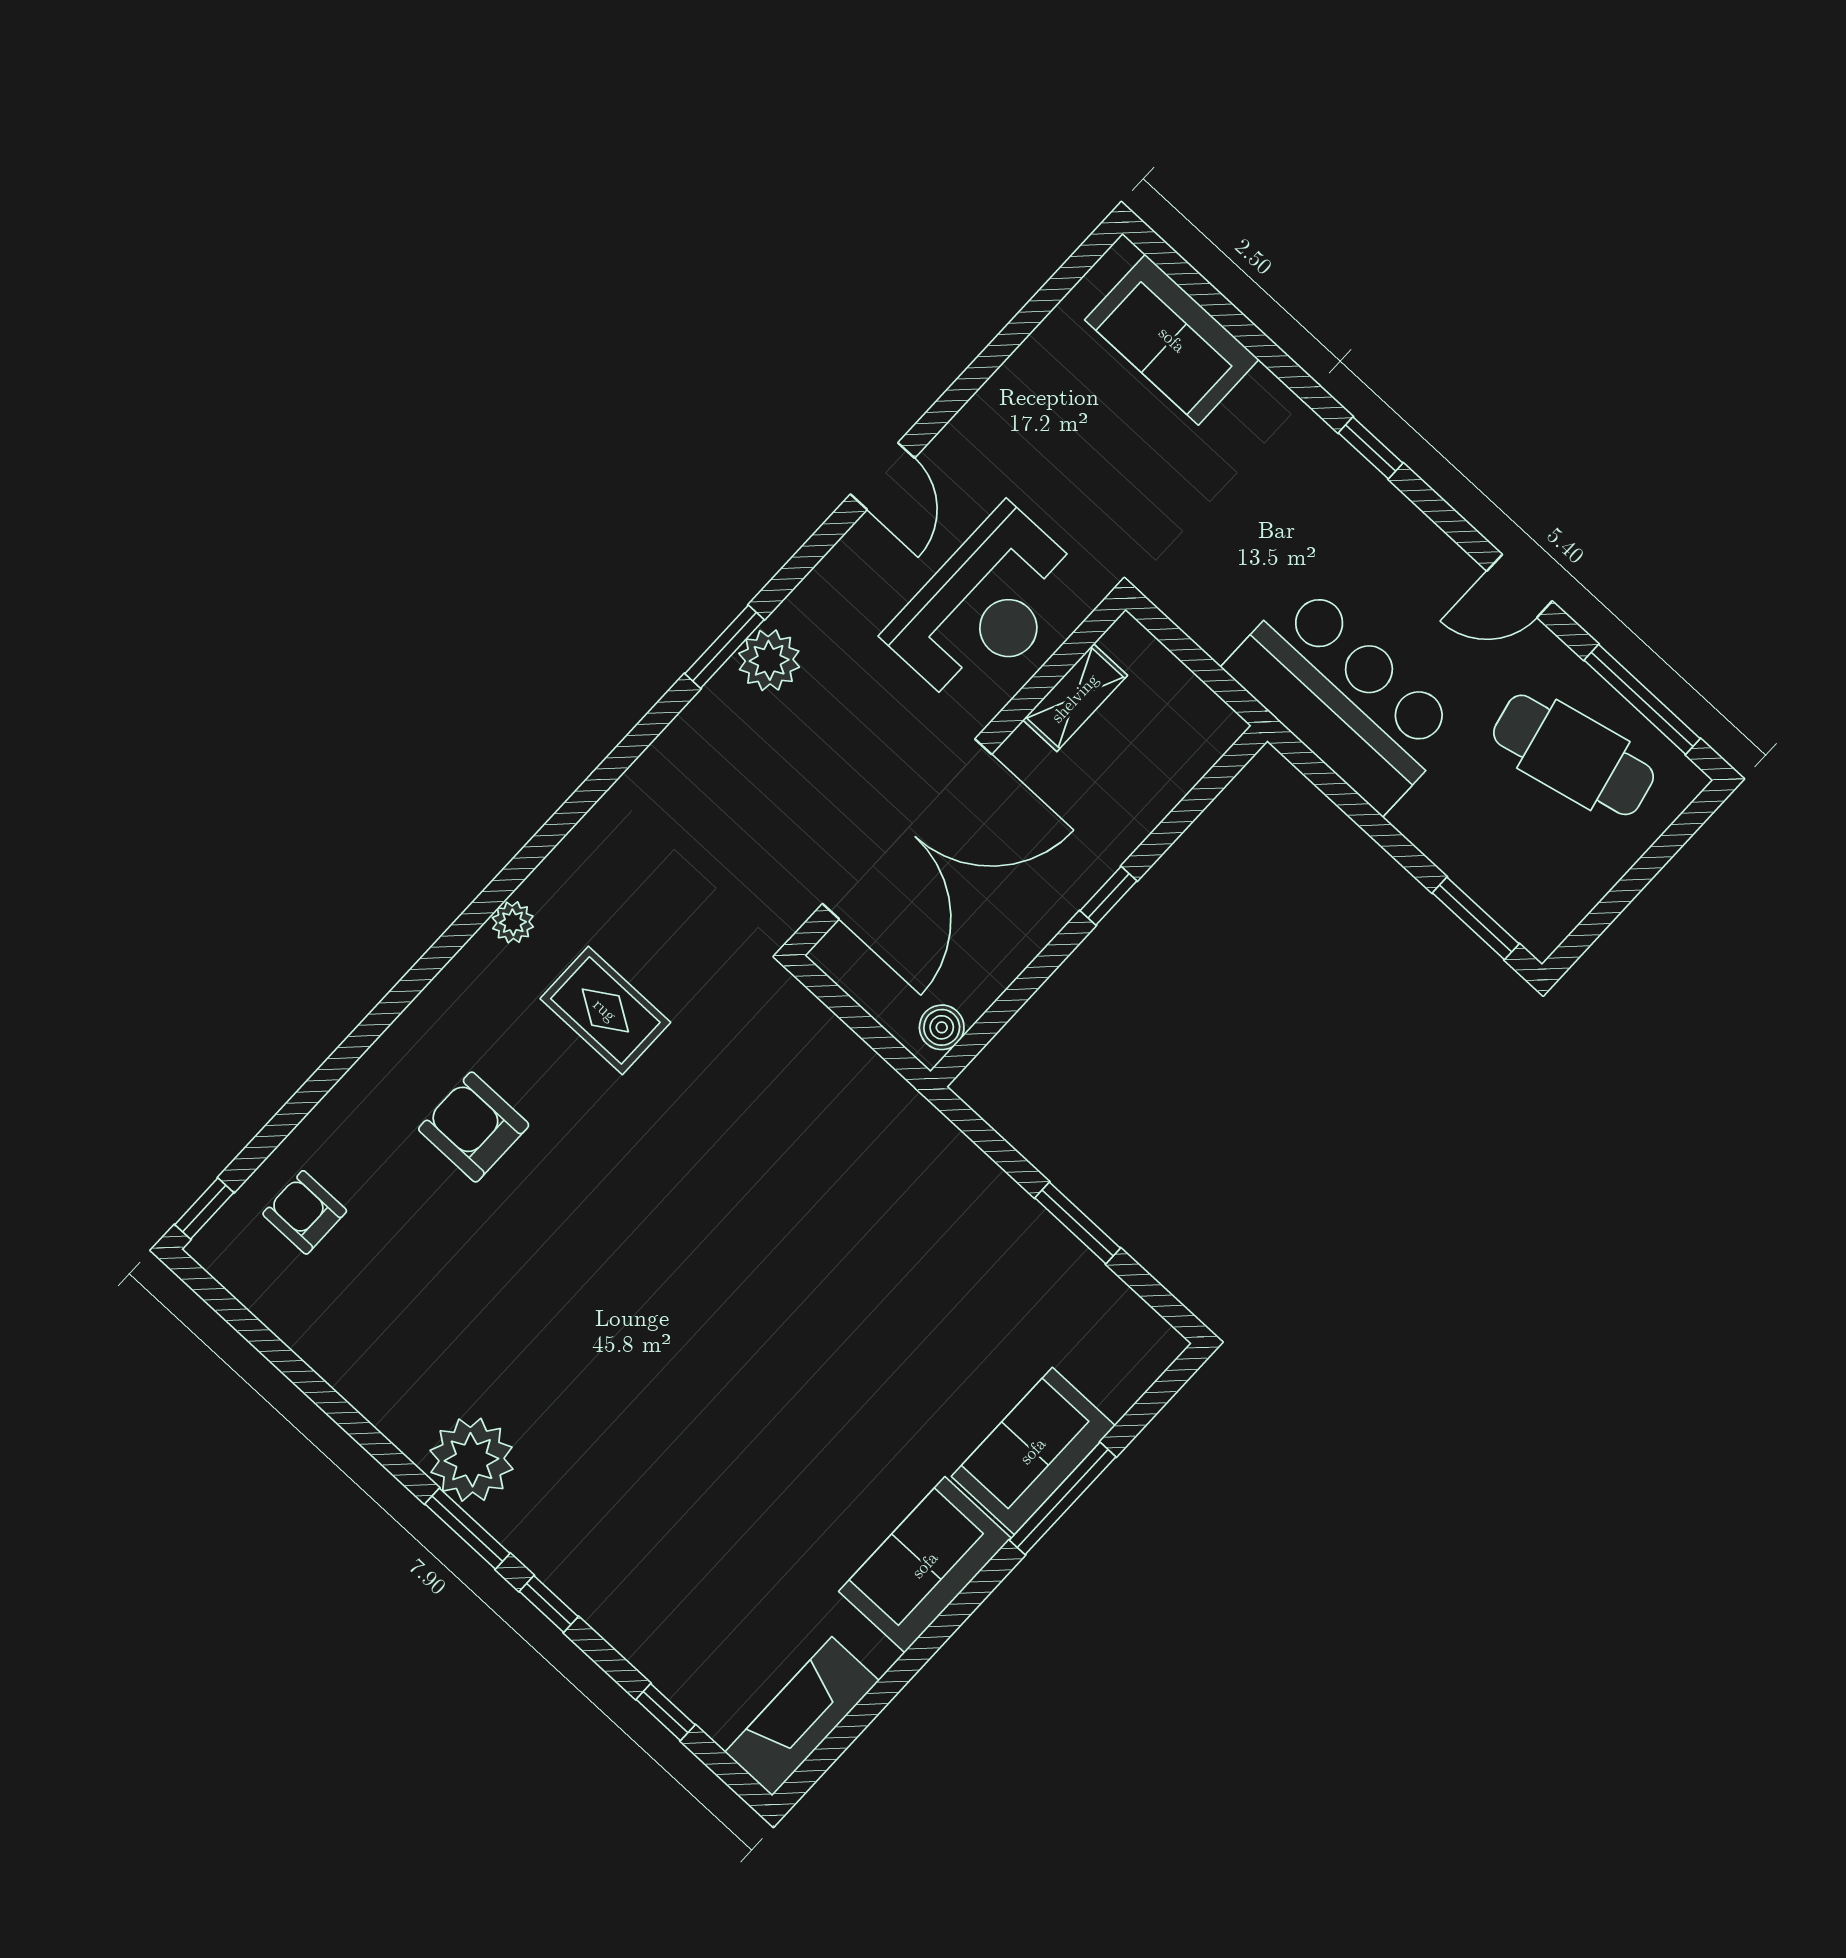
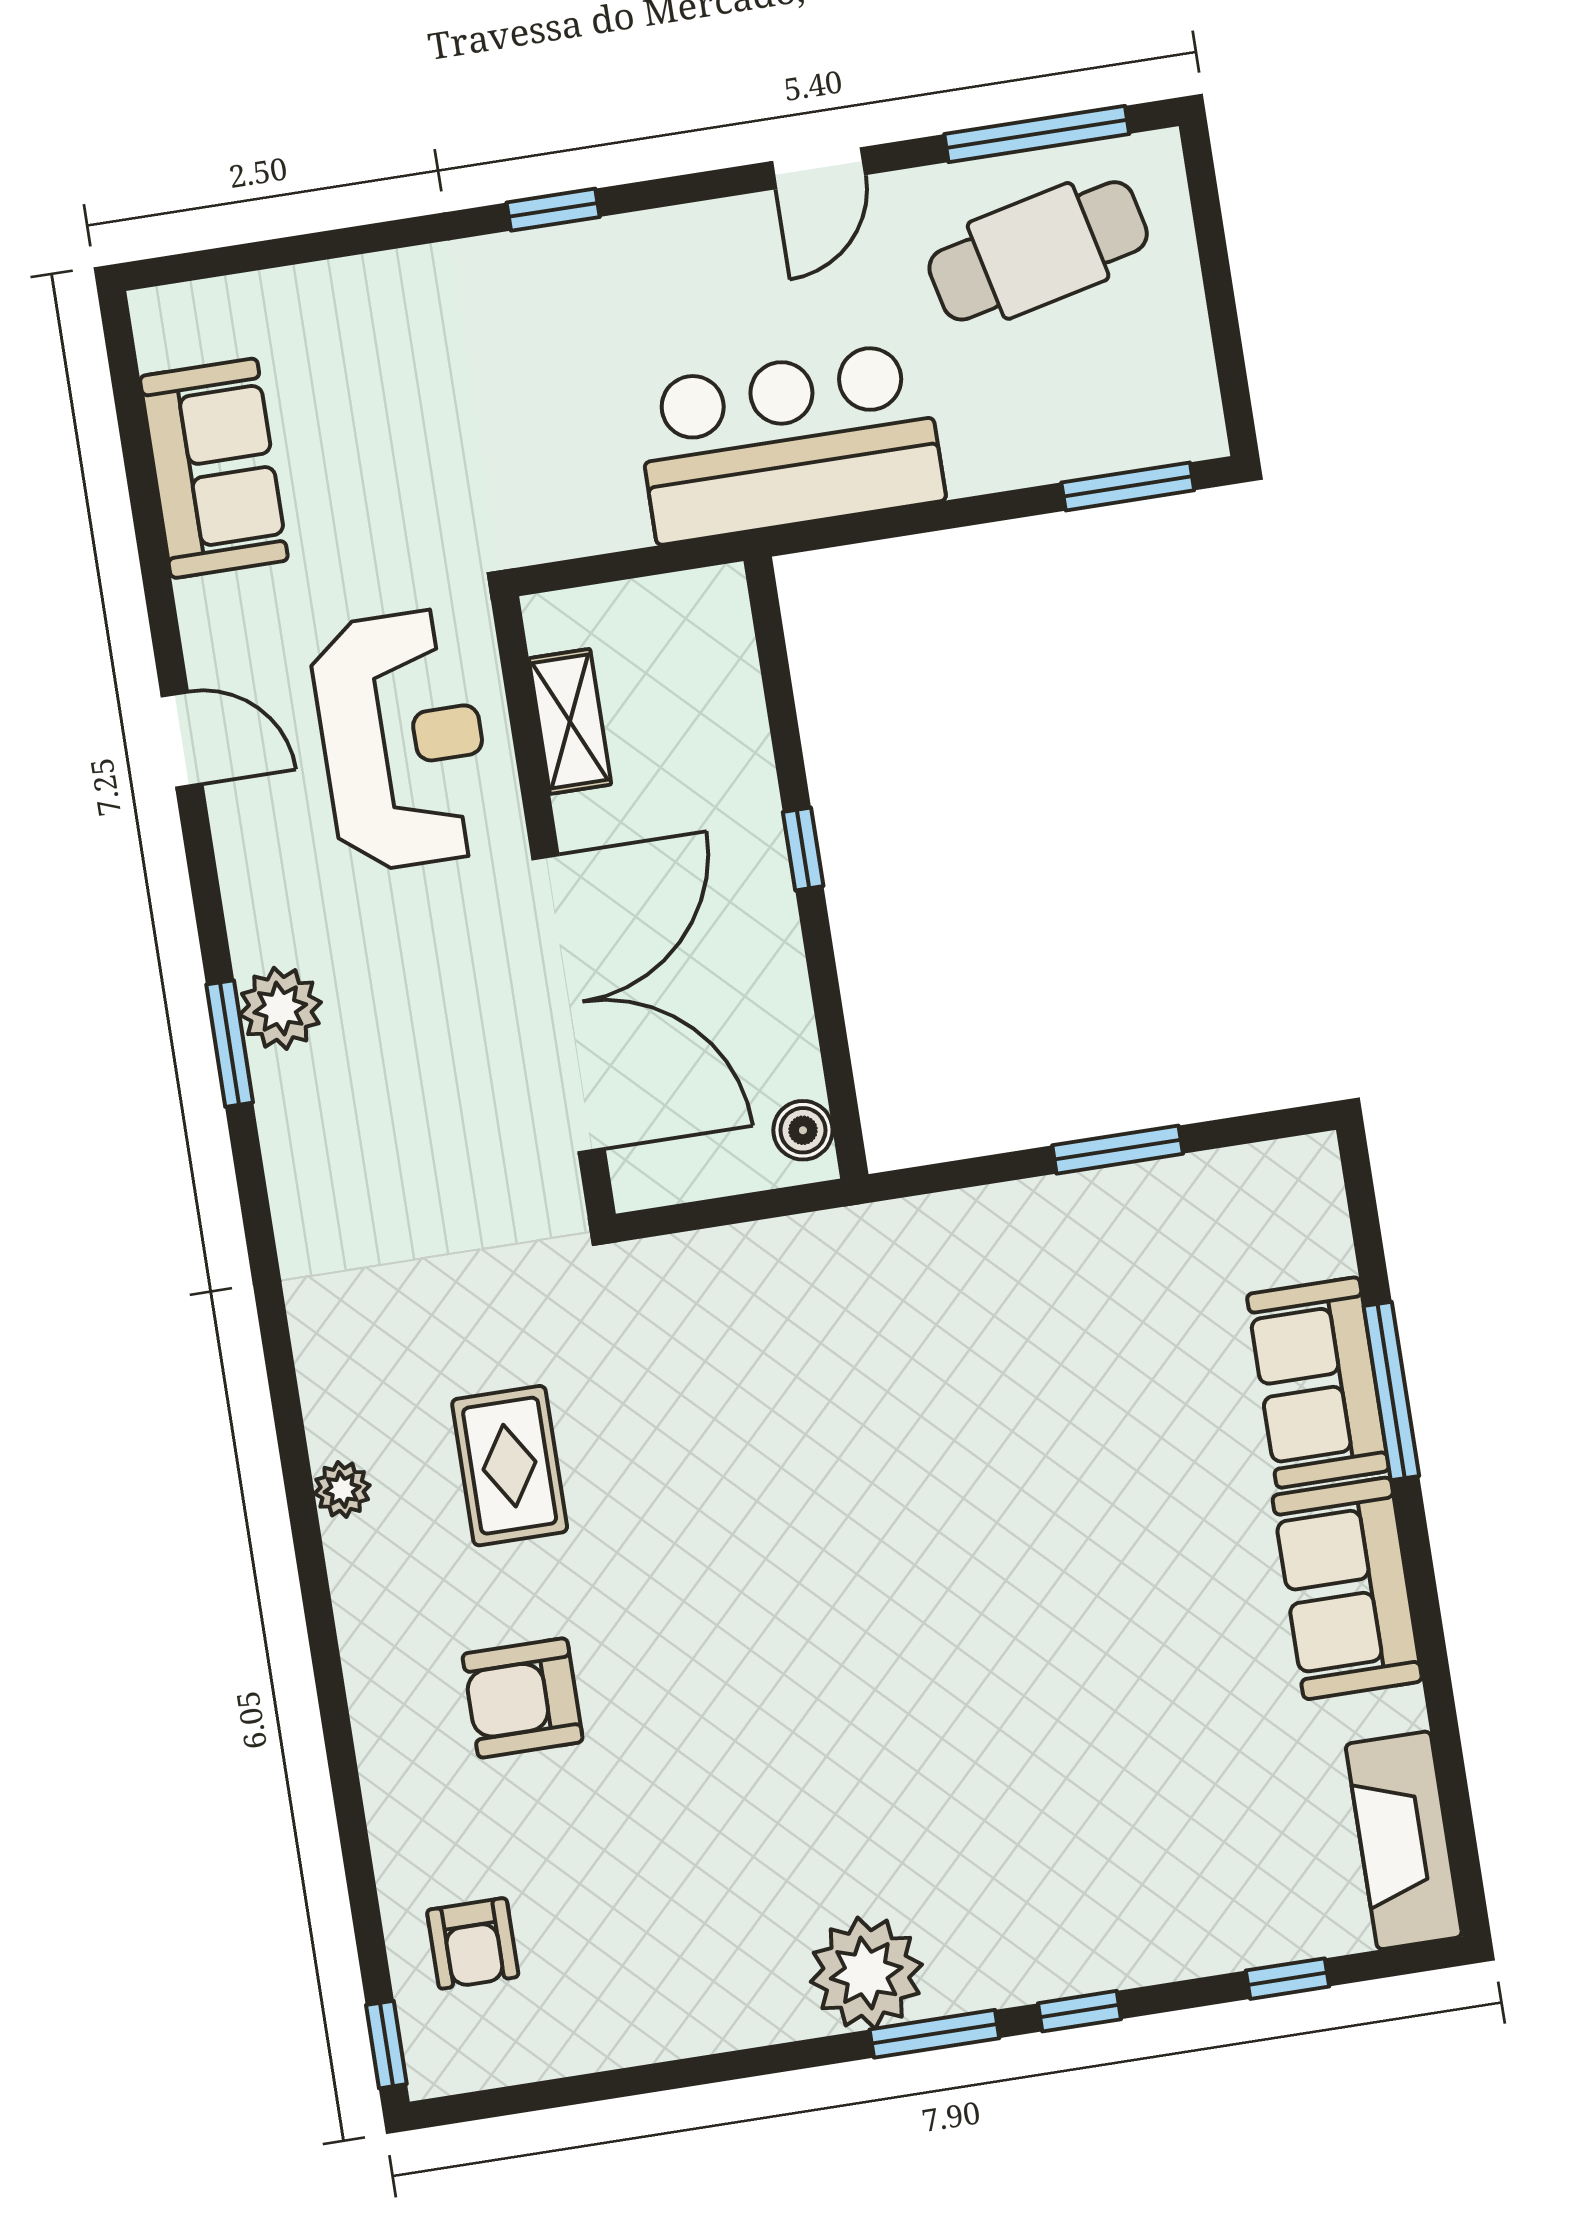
sofa: (1172, 340) -> (214, 468), moved, turned -90
rug: (605, 1010) -> (510, 1466), turned 90
armchair: (305, 1212) -> (473, 1943), turned -90

